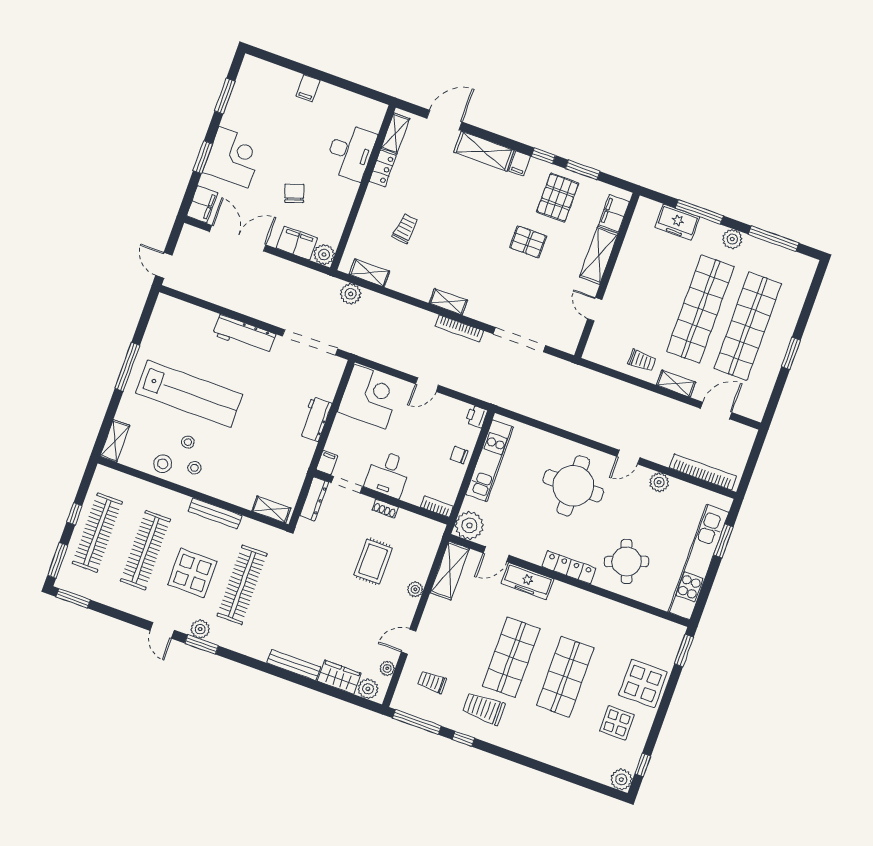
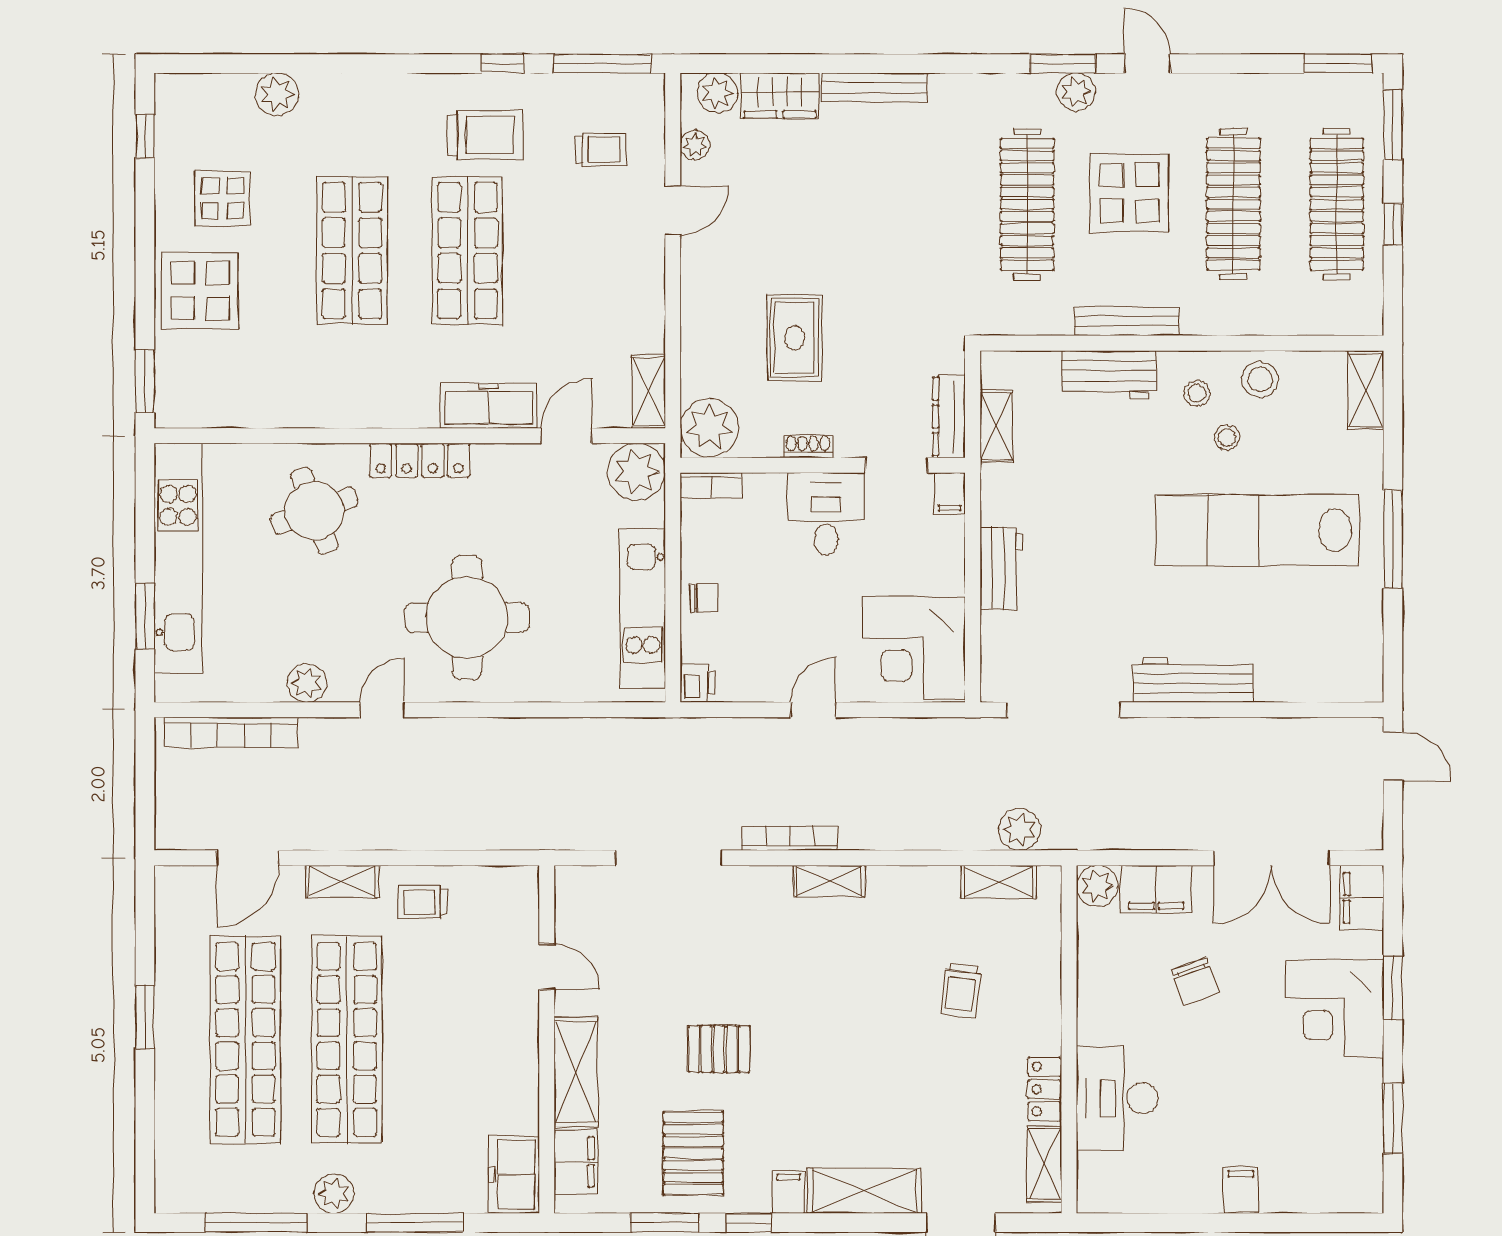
freezer: (677, 222) -> (514, 1174), moved, turned -90
workbench: (232, 491) -> (1109, 375), added
shelving: (271, 510) -> (996, 426), moved, turned 90
shelving: (450, 571) -> (649, 391), width x0.67, depth x0.75
plant: (415, 589) -> (709, 427), moved, width x1.88, depth x1.88
plant: (621, 779) -> (277, 94), moved

